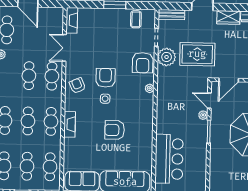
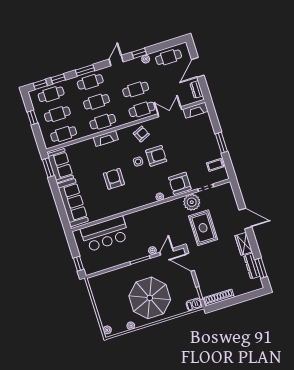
dresser: (51, 12) -> (197, 90), added
bench: (171, 15) -> (230, 194), removed

